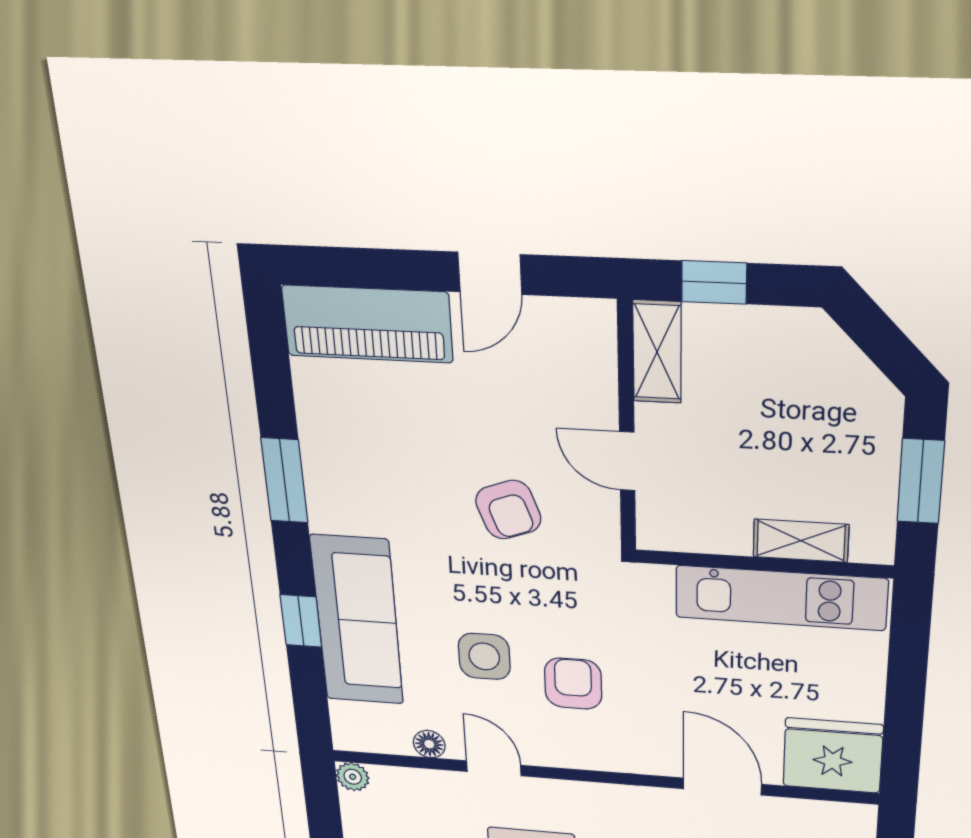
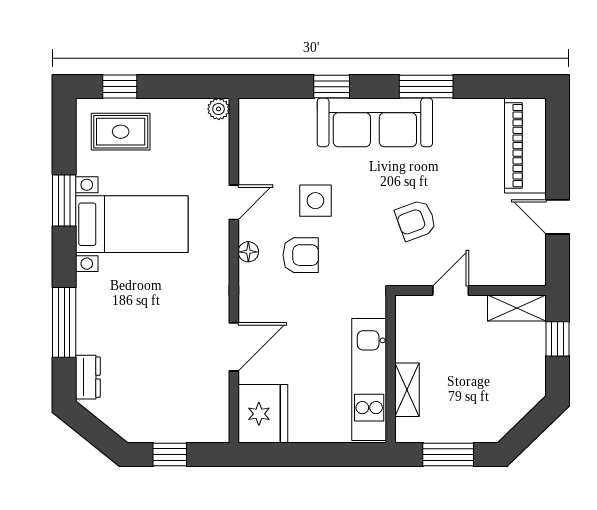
sofa: (357, 621) -> (375, 122), moved
floor lamp: (429, 744) -> (248, 252), moved

